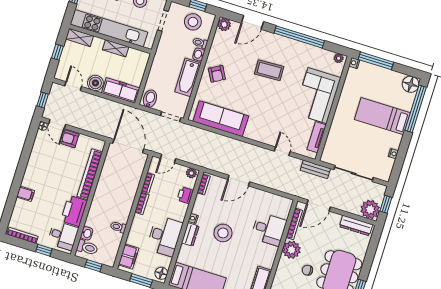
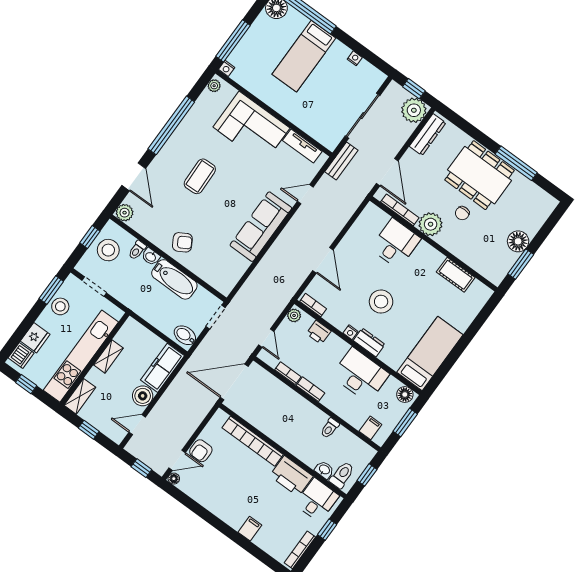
sofa: (221, 119) -> (261, 227), moved
filing cabinet: (129, 257) -> (370, 428), width x0.50

